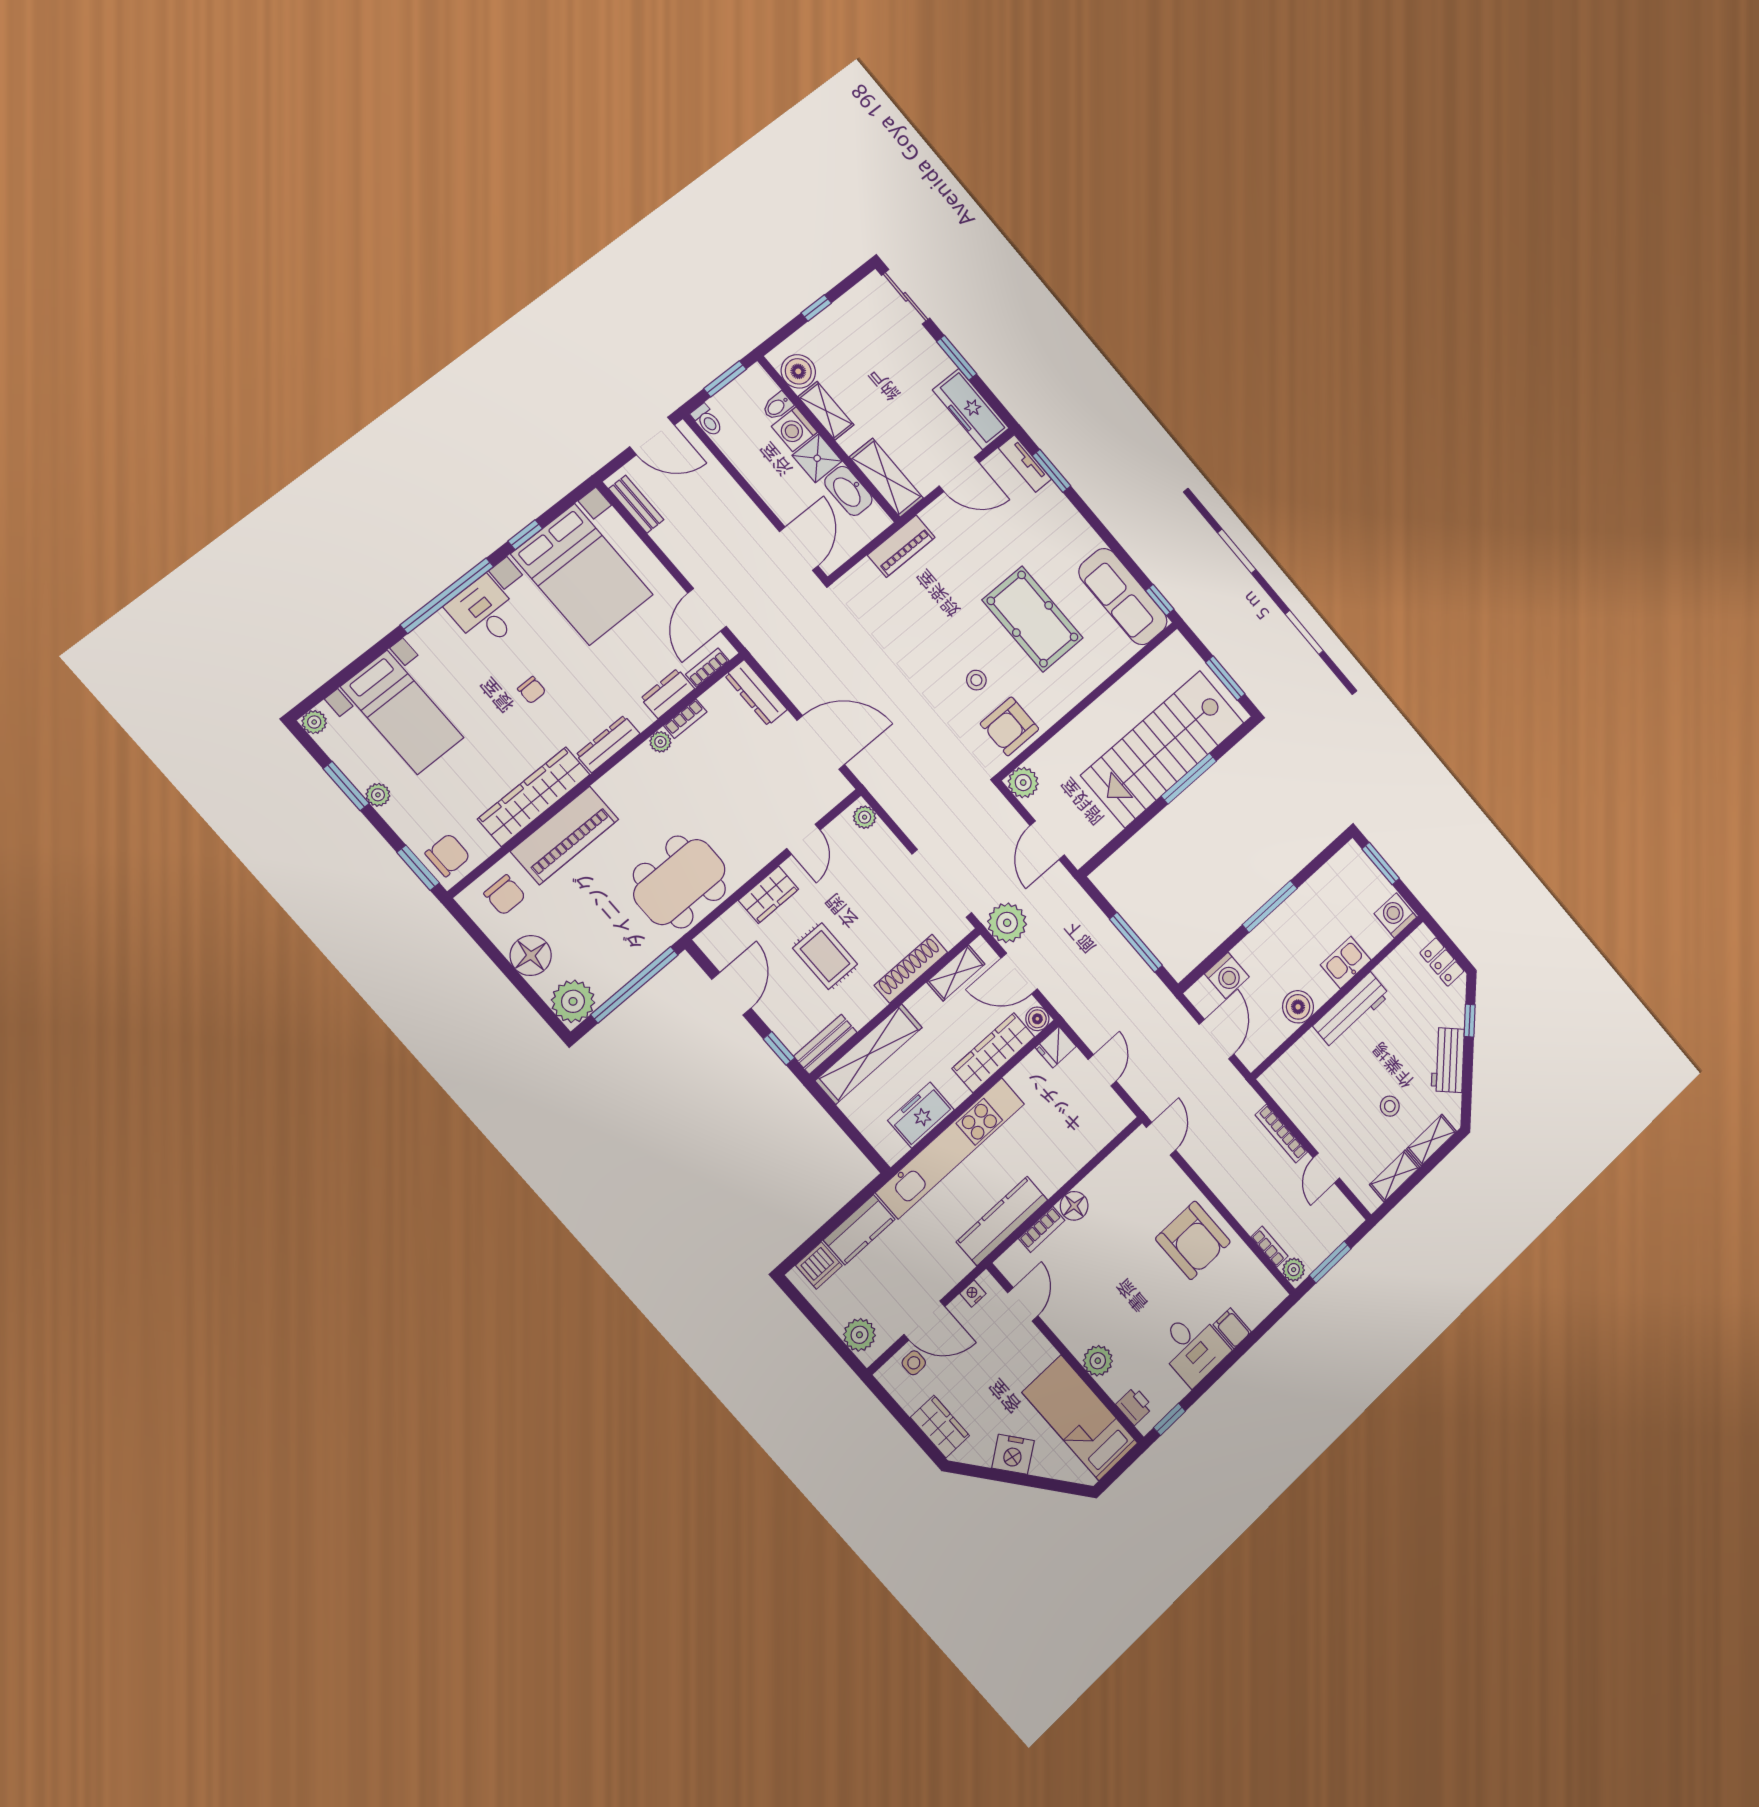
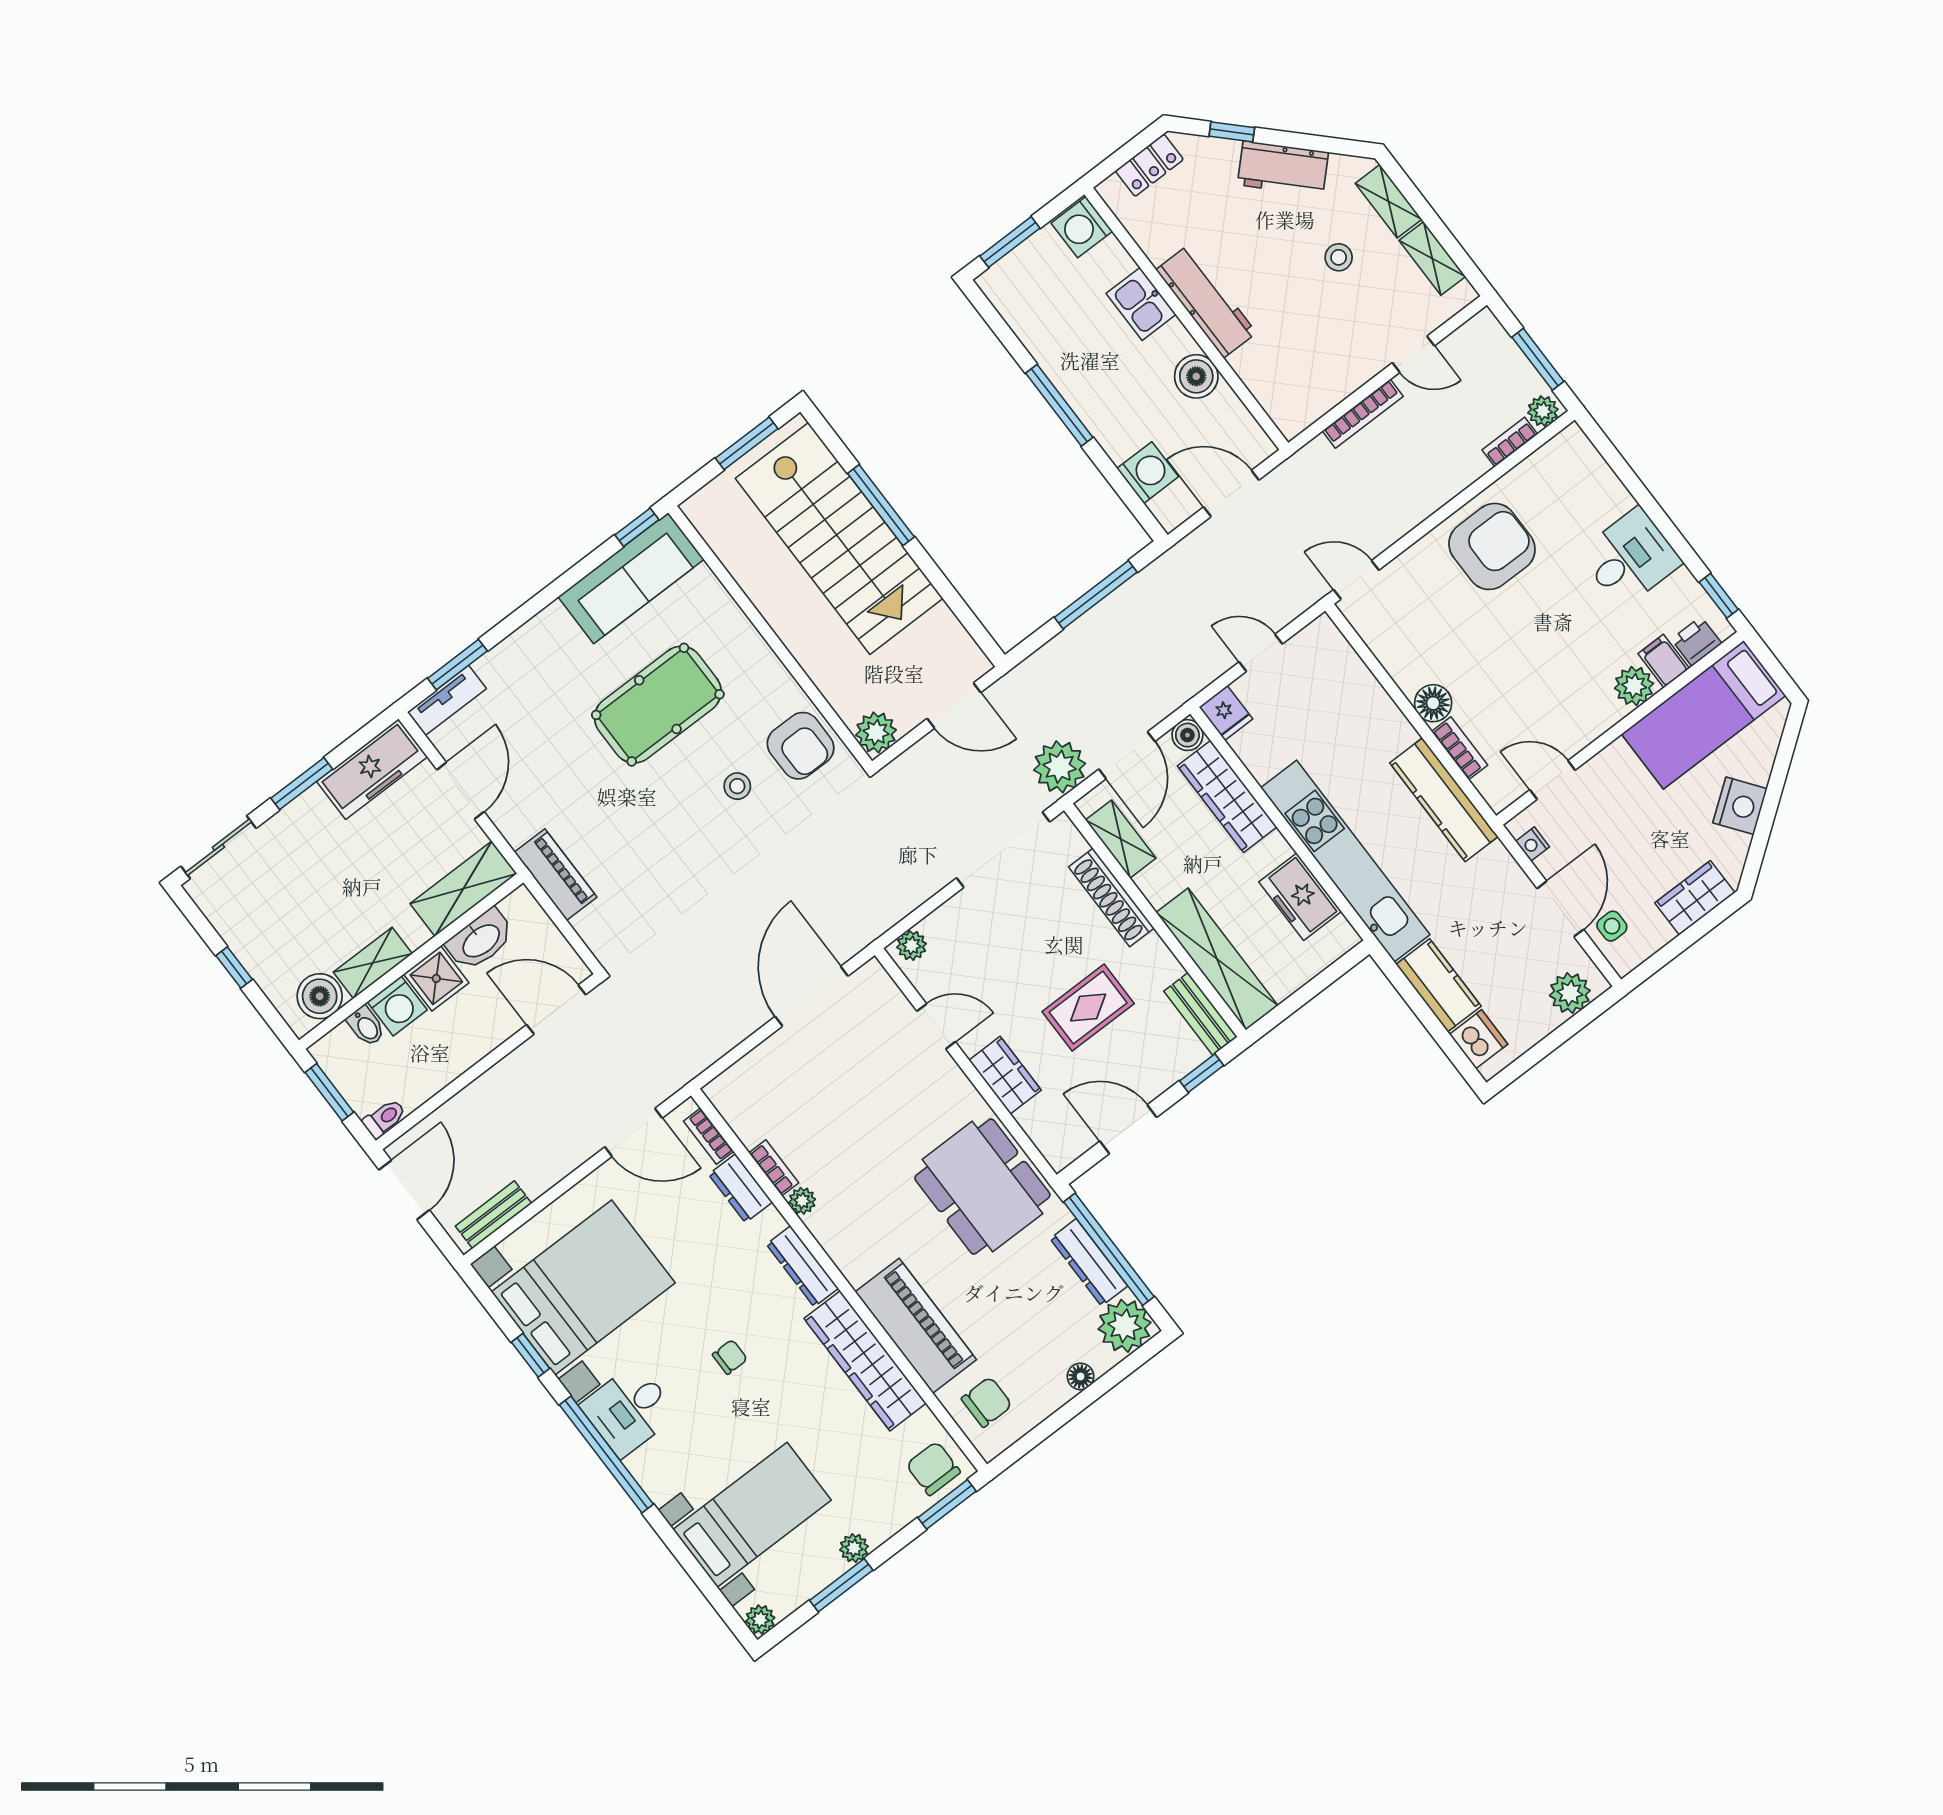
dresser: (756, 693) -> (1089, 1262), moved, turned 90
floor lamp: (531, 955) -> (1081, 1376), width x0.53, depth x0.53
filing cabinet: (1232, 1328) -> (1664, 661), moved, turned 90

